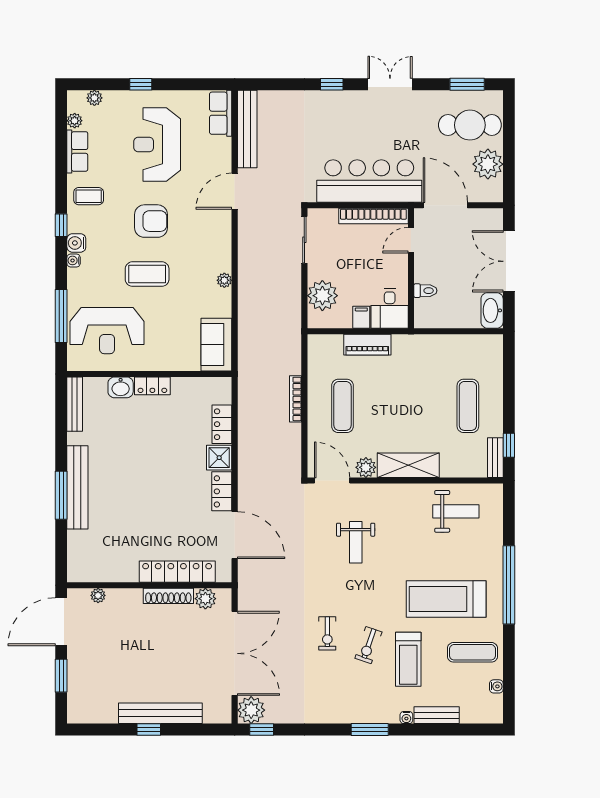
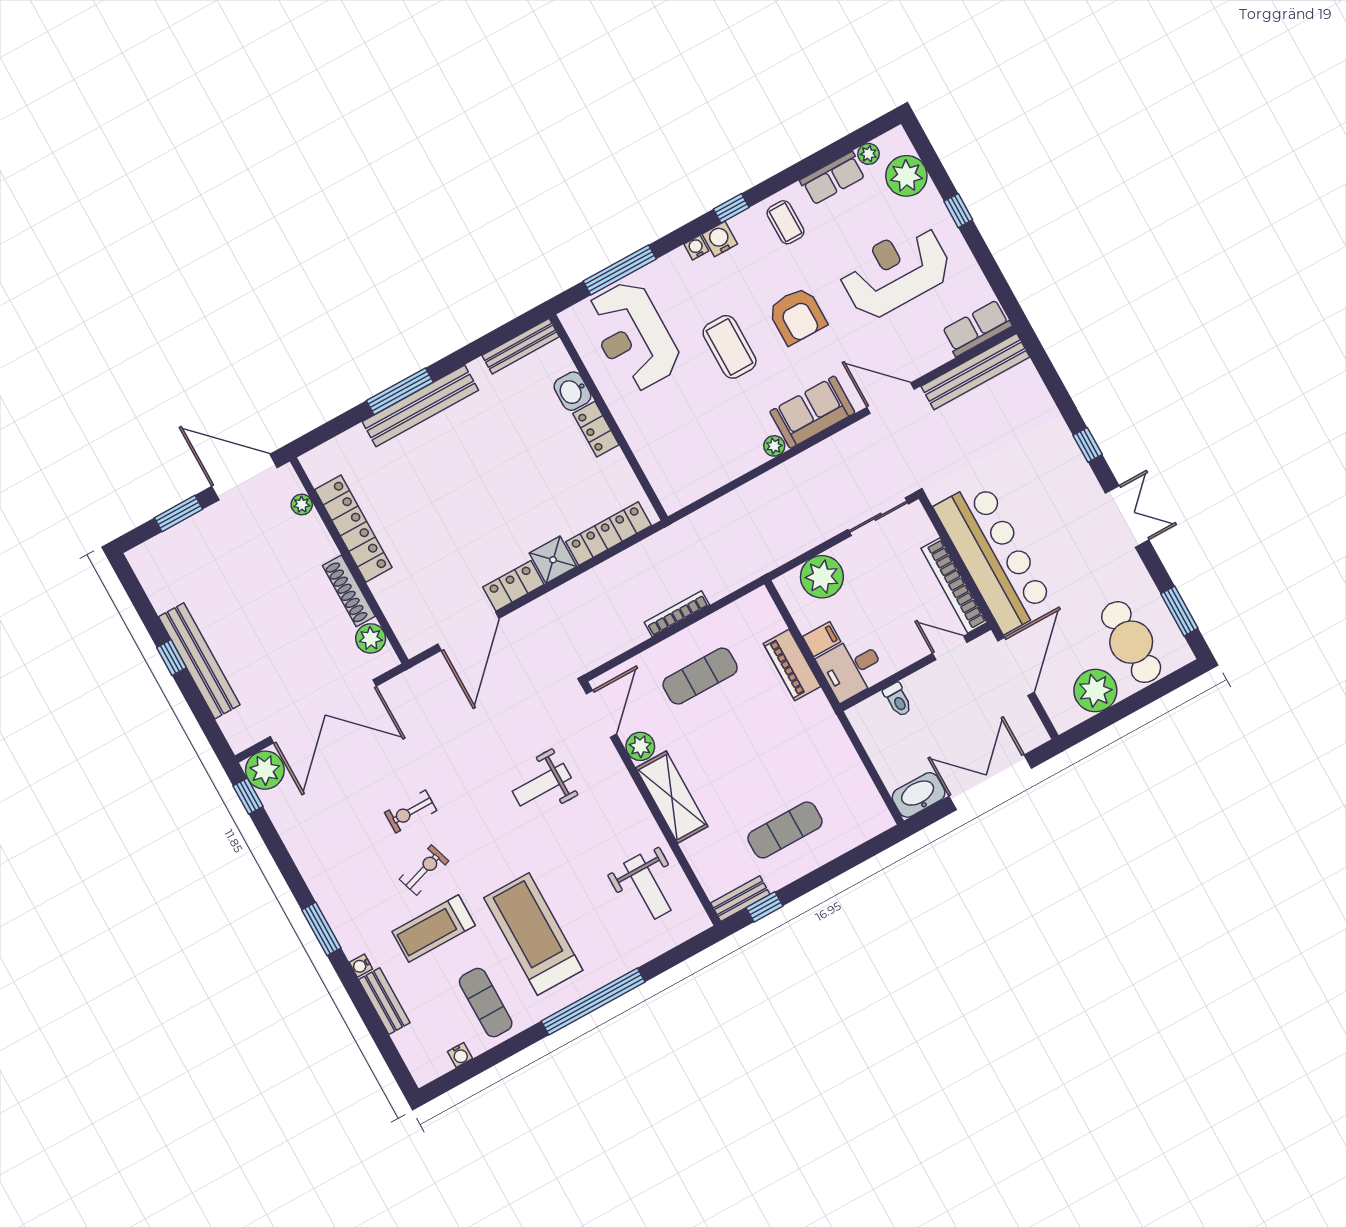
plant: (94, 98) -> (906, 176), width x1.88, depth x1.88
sofa: (216, 345) -> (812, 412), moved
locker: (222, 424) -> (608, 534), width x1.53
locker: (177, 572) -> (353, 529), moved
exercise bike: (368, 645) -> (424, 870), turned 143

